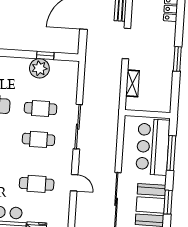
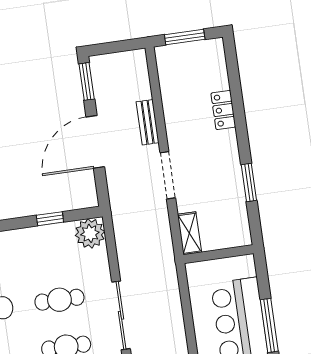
plant: (39, 68) -> (90, 233), moved
wall: (147, 114) -> (219, 254), moved

